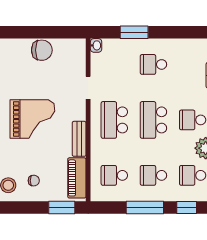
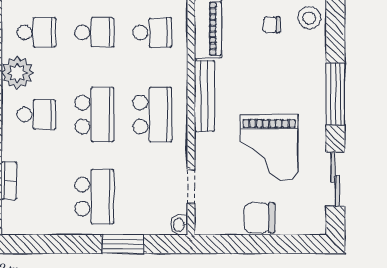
school desk: (153, 64) -> (94, 197), width x1.85
doorway: (88, 88) -> (191, 186), moved
grand piano: (32, 119) -> (269, 147), moved, turned -90
bench: (79, 139) -> (204, 96), width x1.36

